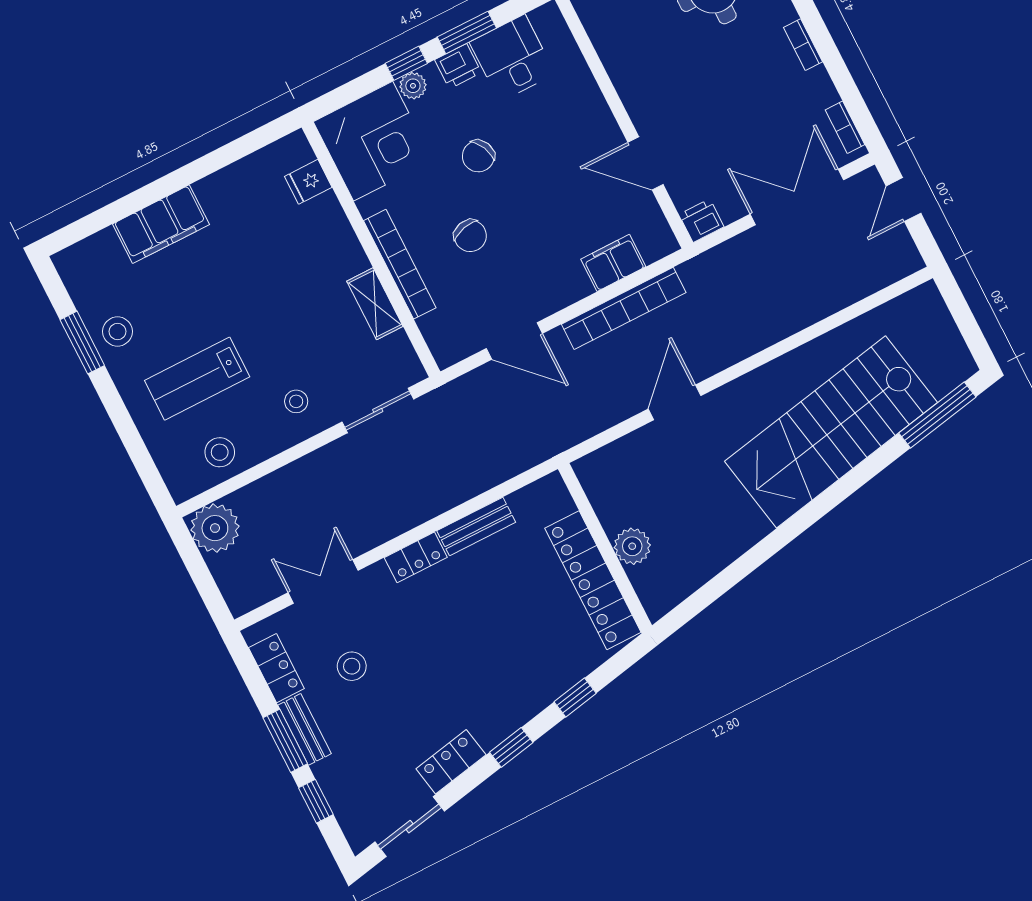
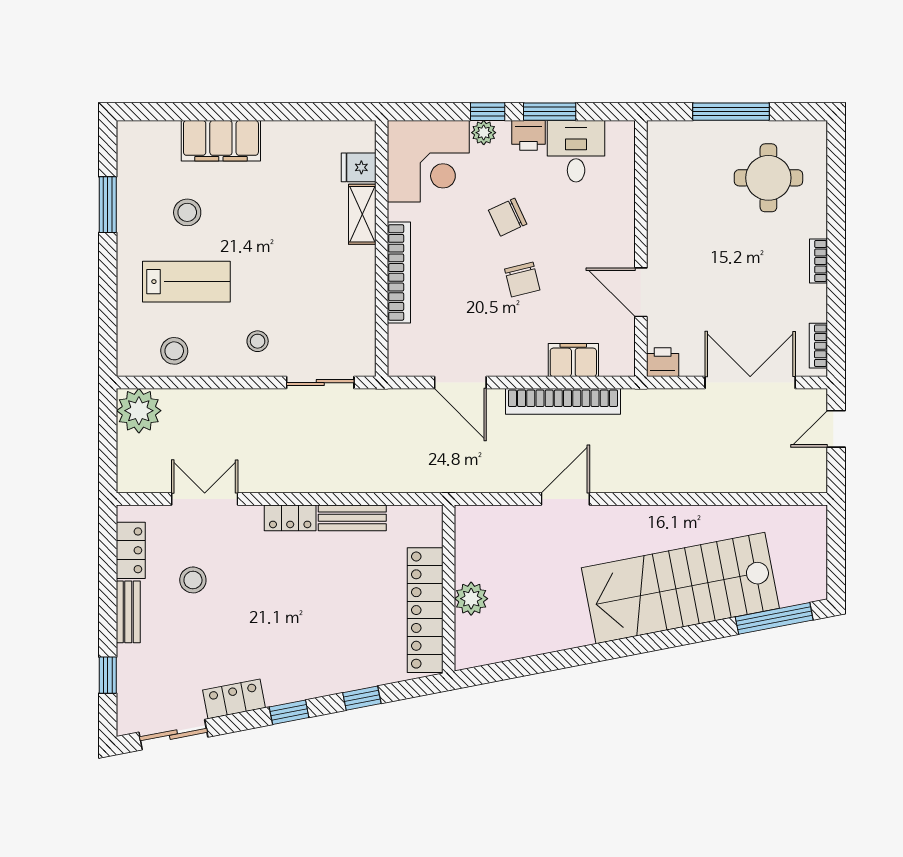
chair: (470, 236) -> (522, 279), moved
shelving: (375, 304) -> (362, 214), moved
stool: (118, 331) -> (187, 212), moved
lab bench: (197, 379) -> (186, 282), turned 180
window: (285, 741) -> (108, 613), removed

